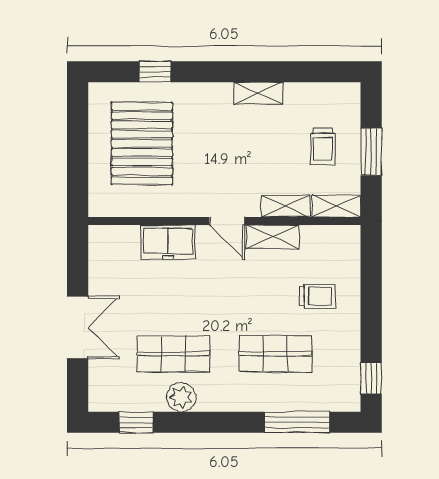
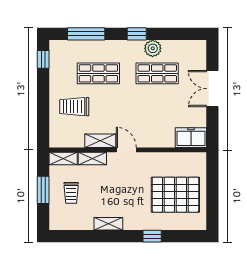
window: (155, 72) -> (152, 236), moved
pallet: (142, 144) -> (175, 195), turned 90
trolley: (323, 146) -> (71, 193), turned 180
freezer: (168, 242) -> (191, 138), moved
trolley: (317, 296) -> (74, 107), width x1.36, depth x1.39
window: (136, 422) -> (137, 34), moved

